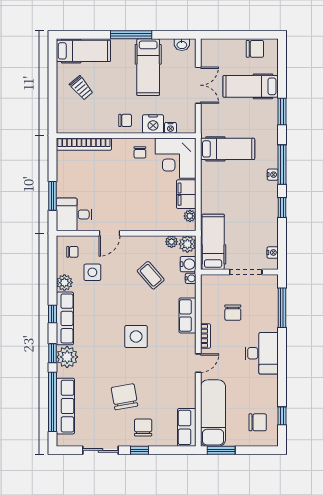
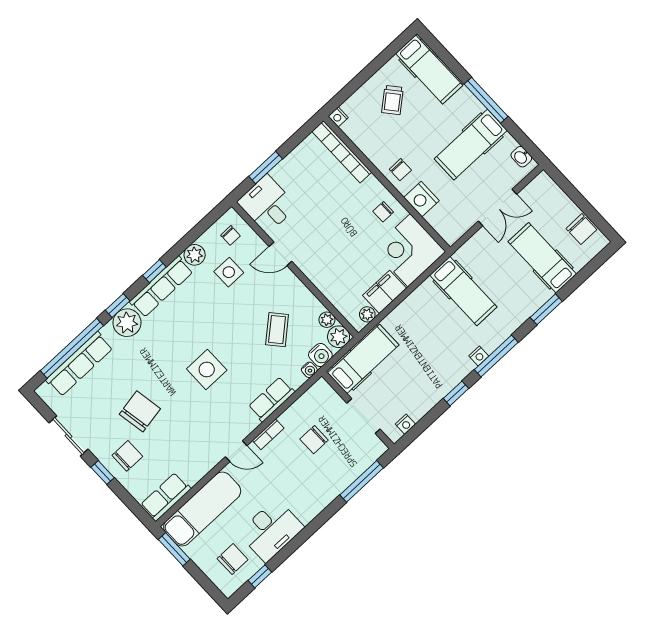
nightstand: (170, 128) -> (338, 117), moved
desk: (262, 353) -> (271, 530), moved
chair: (258, 422) -> (233, 559), turned -90

